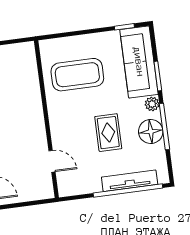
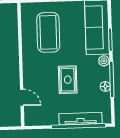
coffee table: (77, 75) -> (48, 32), turned 90
floor lamp: (151, 131) -> (105, 86), width x0.53, depth x0.53

